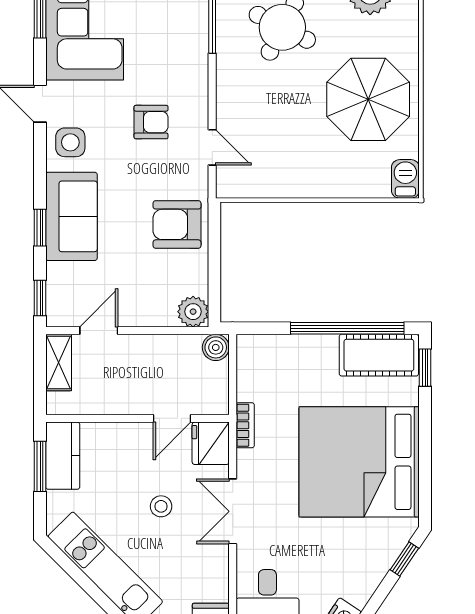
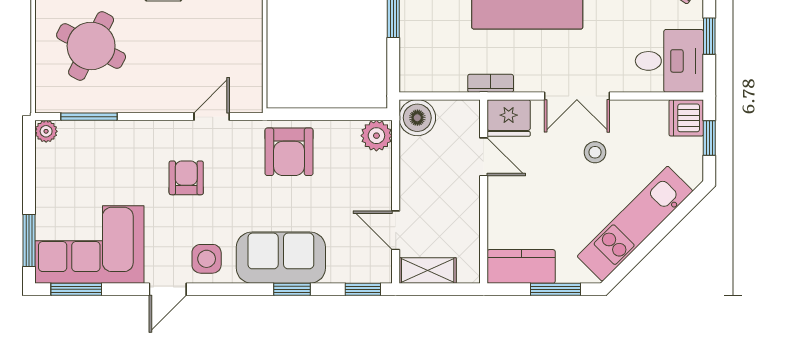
boiler: (216, 347) -> (417, 118), width x1.36, depth x1.36
window: (40, 466) -> (555, 289), moved
stool: (161, 506) -> (595, 152), moved

